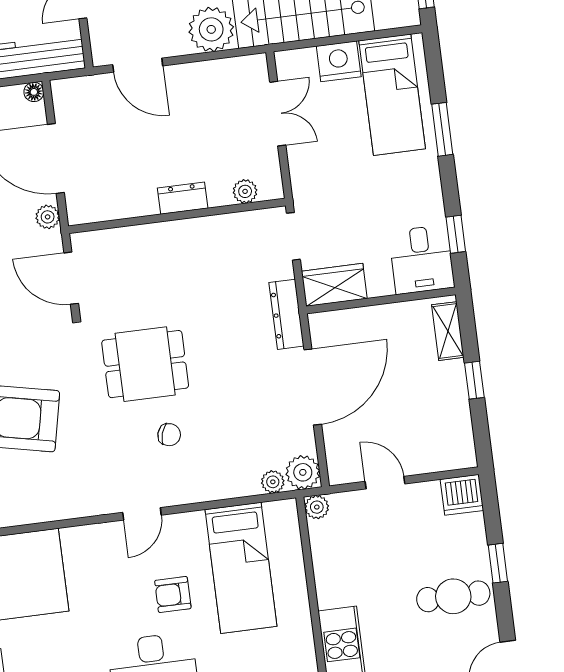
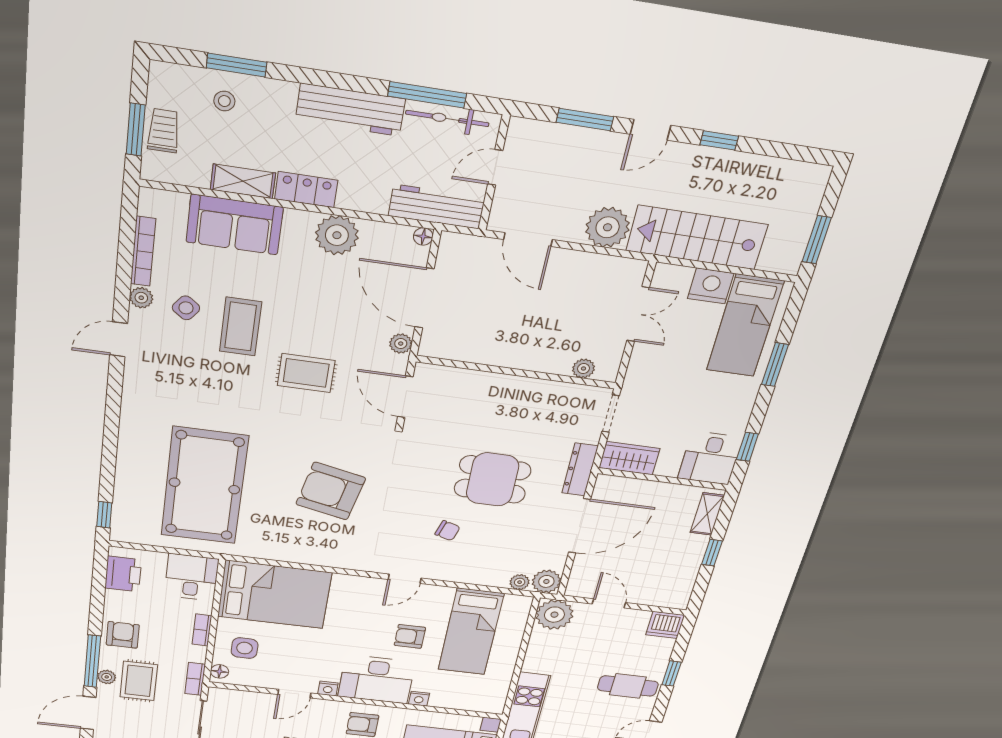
dresser: (183, 198) -> (527, 360), removed
dining table: (145, 364) -> (492, 479), moved
plant: (317, 507) -> (554, 615), width x1.87, depth x1.87

